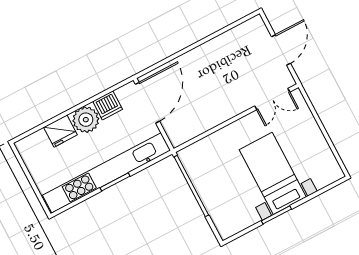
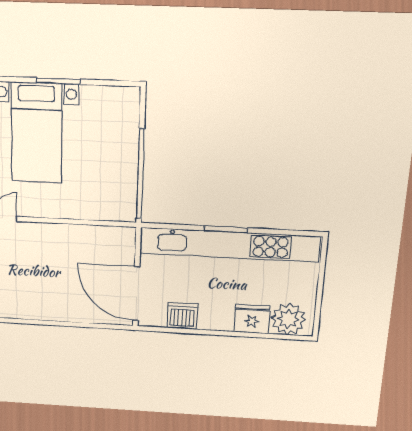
door: (147, 103) -> (136, 294), hinge flipped
plant: (86, 120) -> (288, 319), moved

